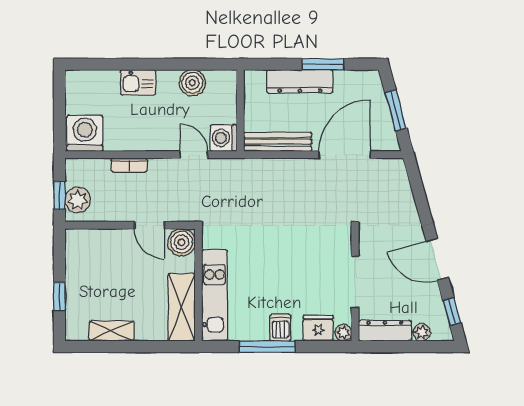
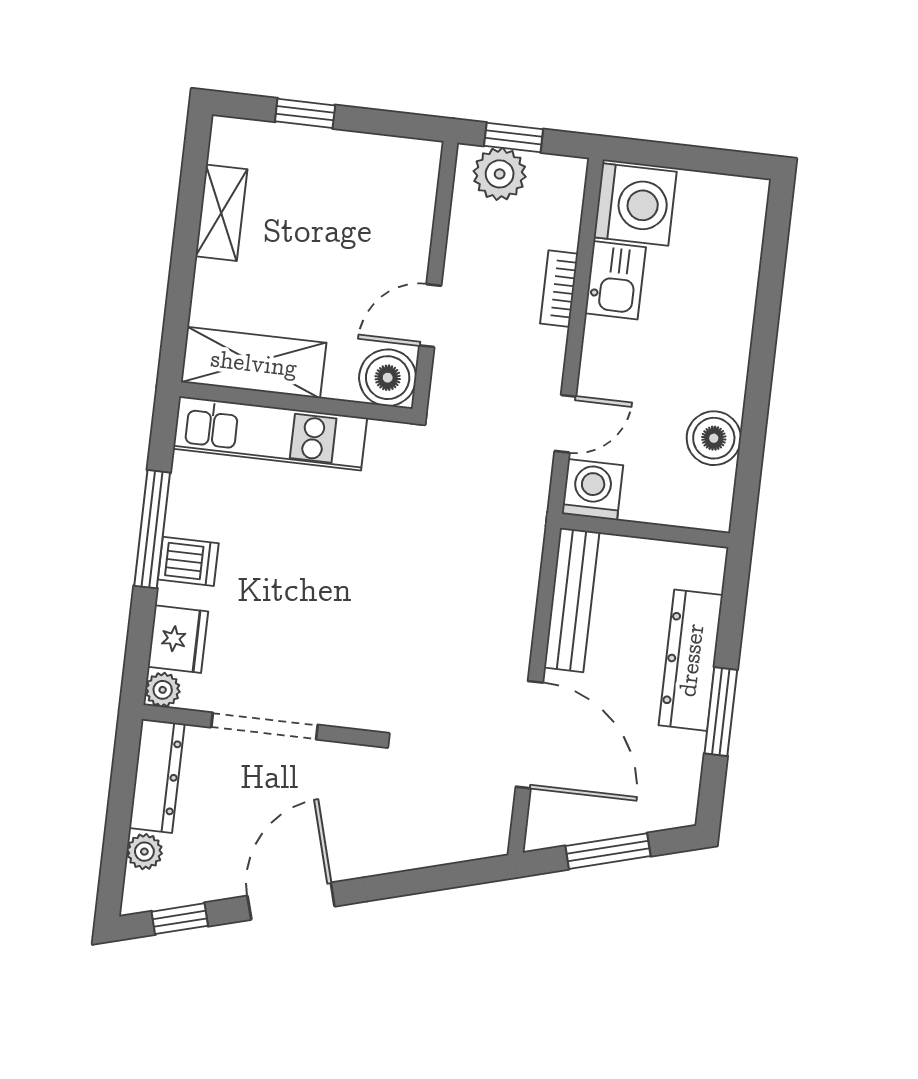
kitchen sink: (138, 82) -> (615, 280), moved, turned 180

